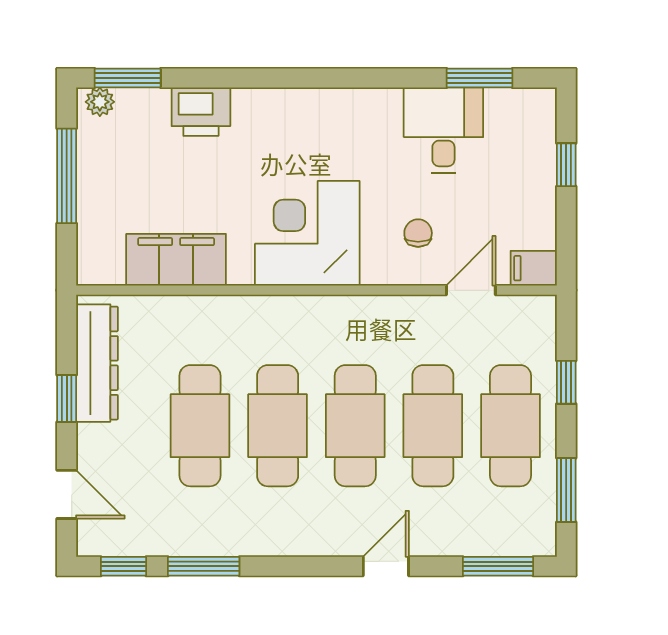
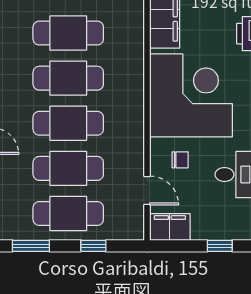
corner desk: (307, 233) -> (191, 95), width x1.36, depth x1.36
filing cabinet: (534, 268) -> (170, 227), width x2.00

